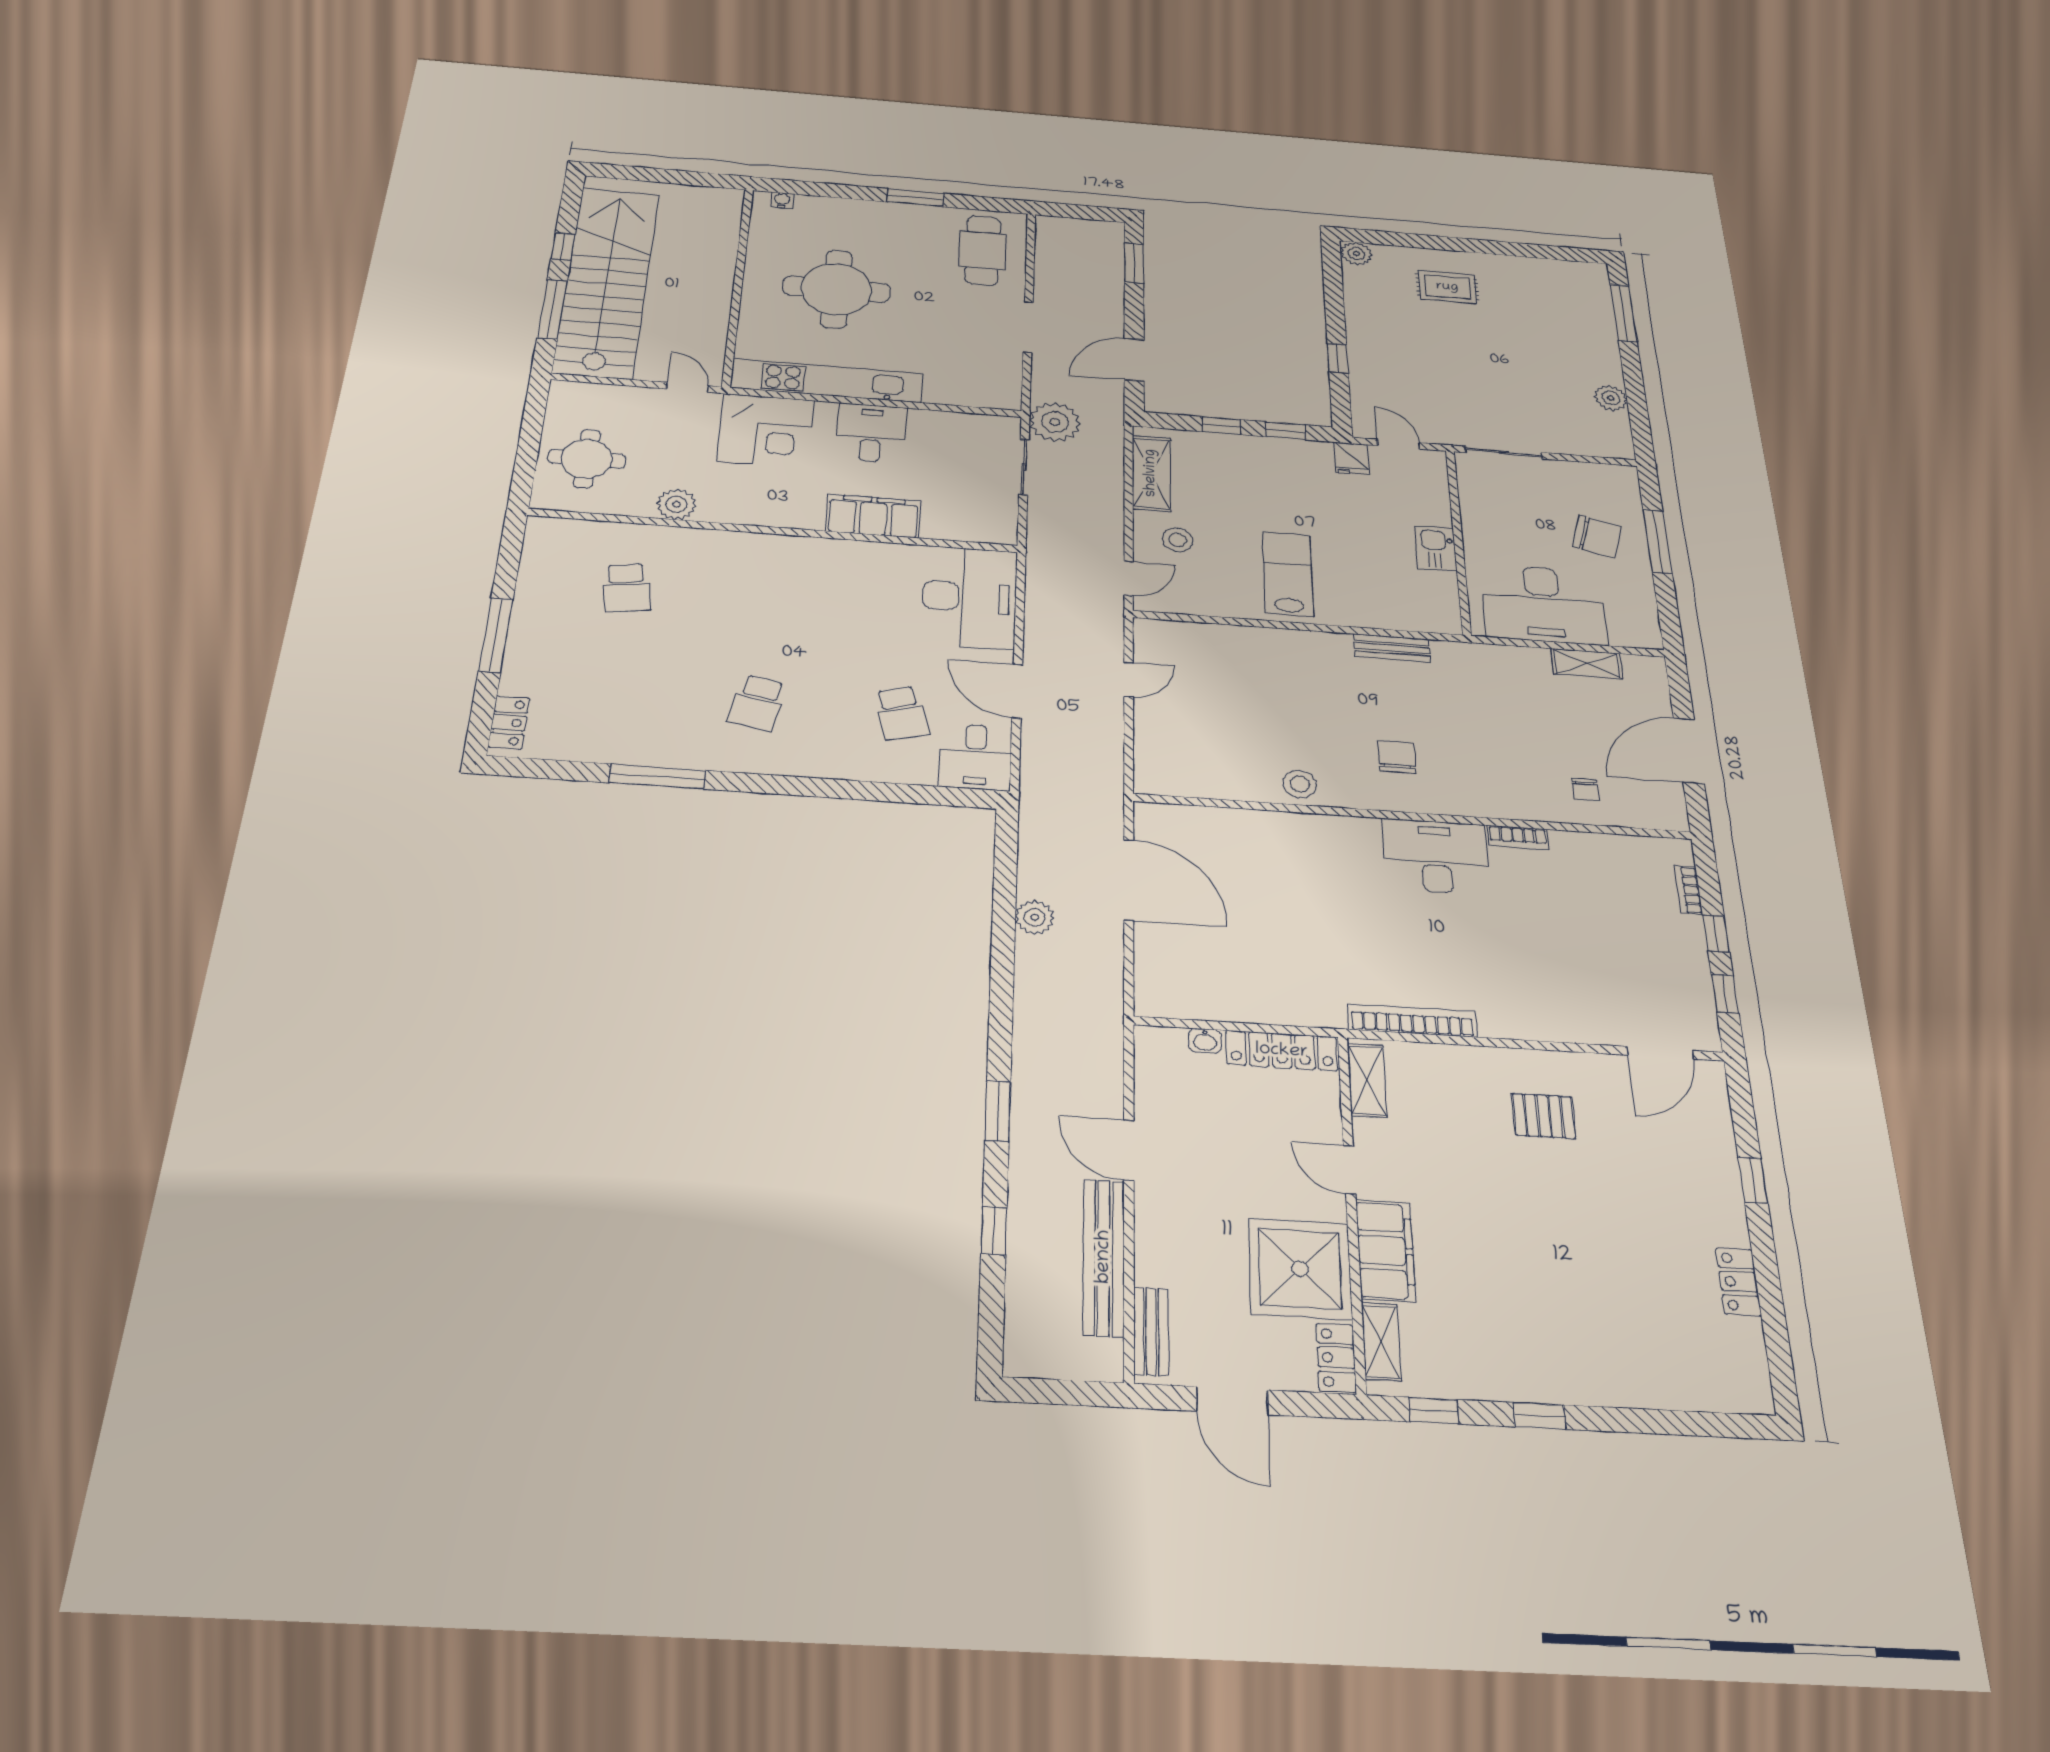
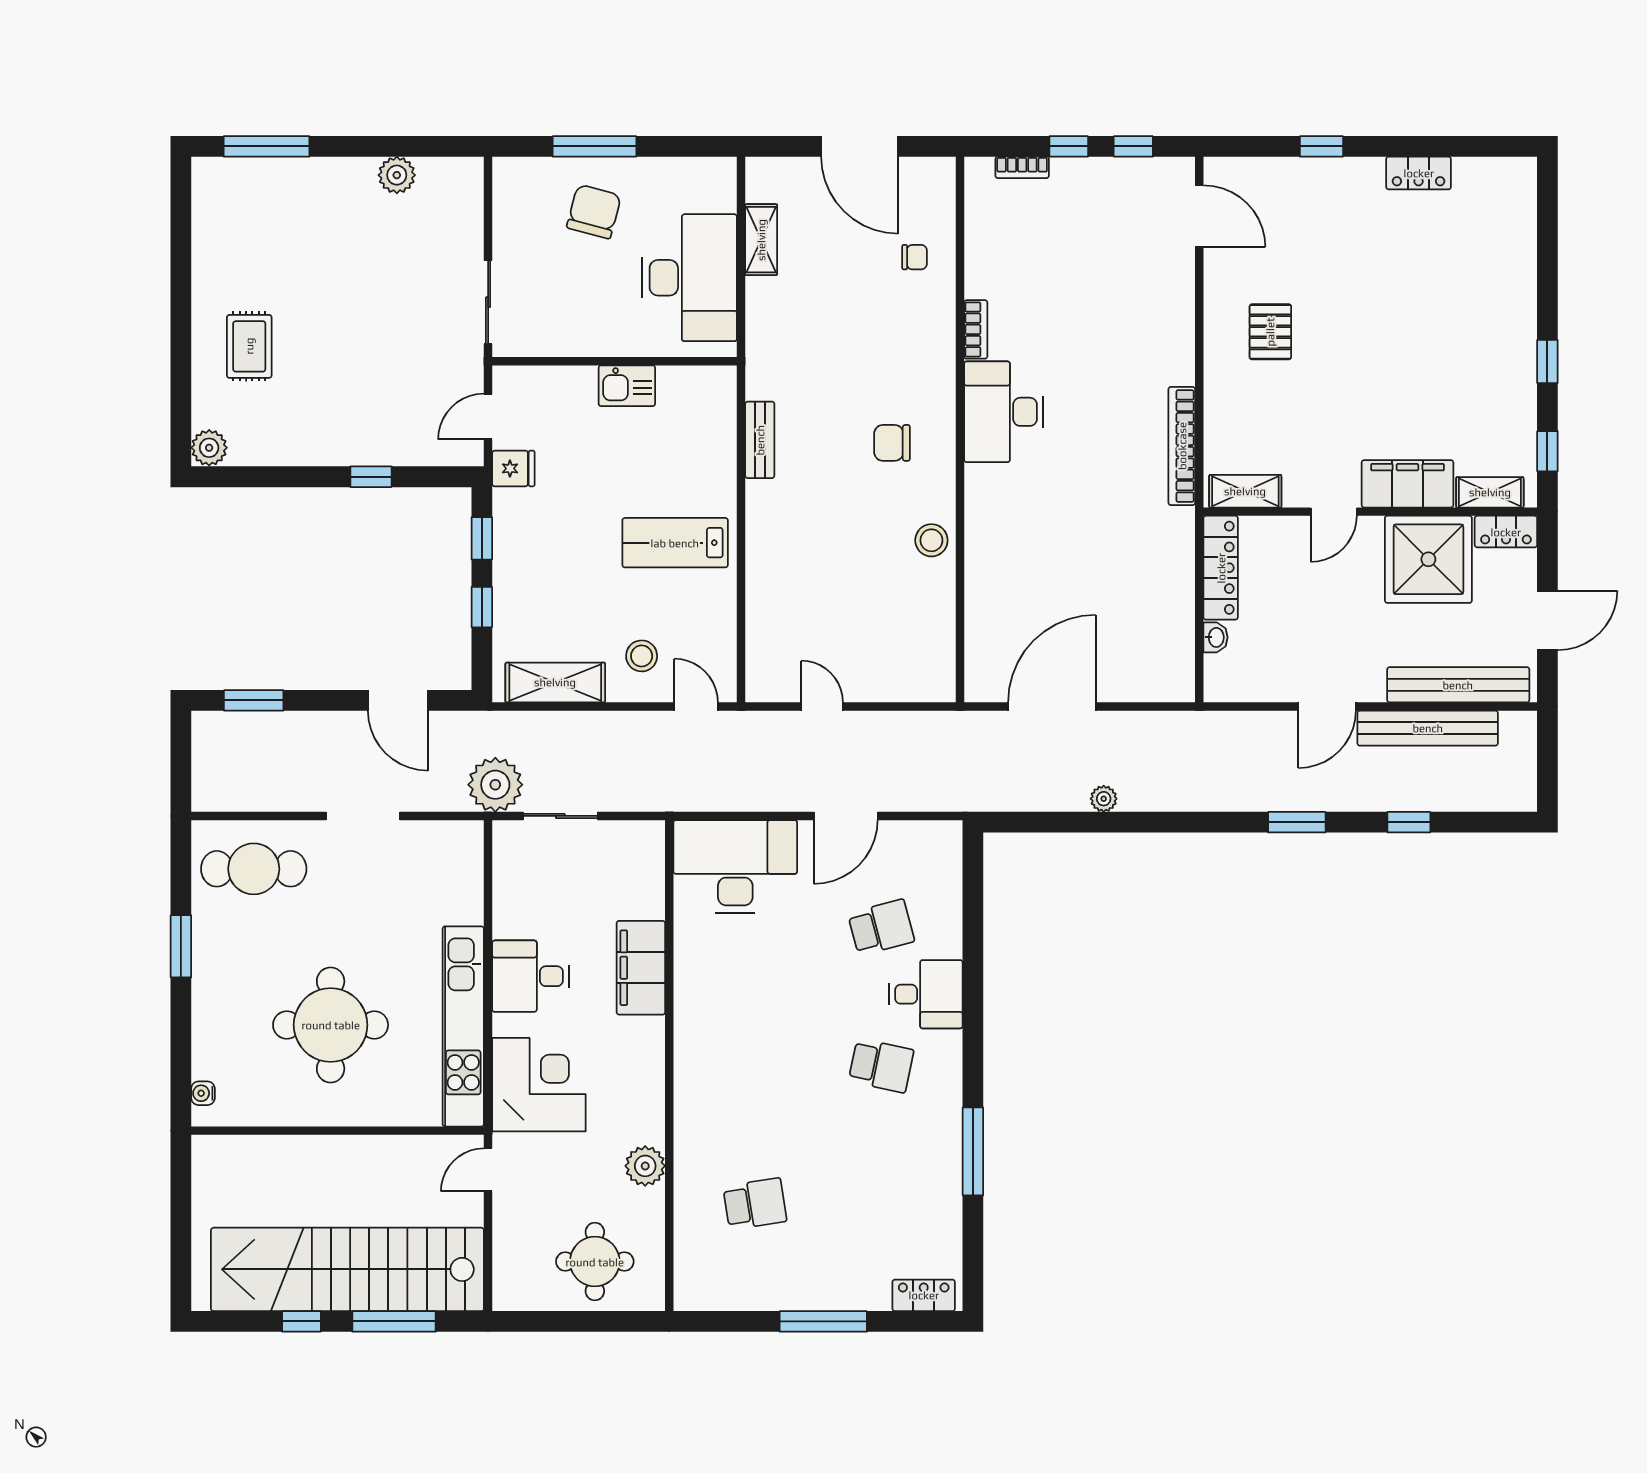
desk: (975, 757) -> (926, 994), moved
plant: (1035, 917) -> (1104, 799), width x0.73, depth x0.73
bench: (1151, 1331) -> (1458, 685), width x1.86, depth x1.21

